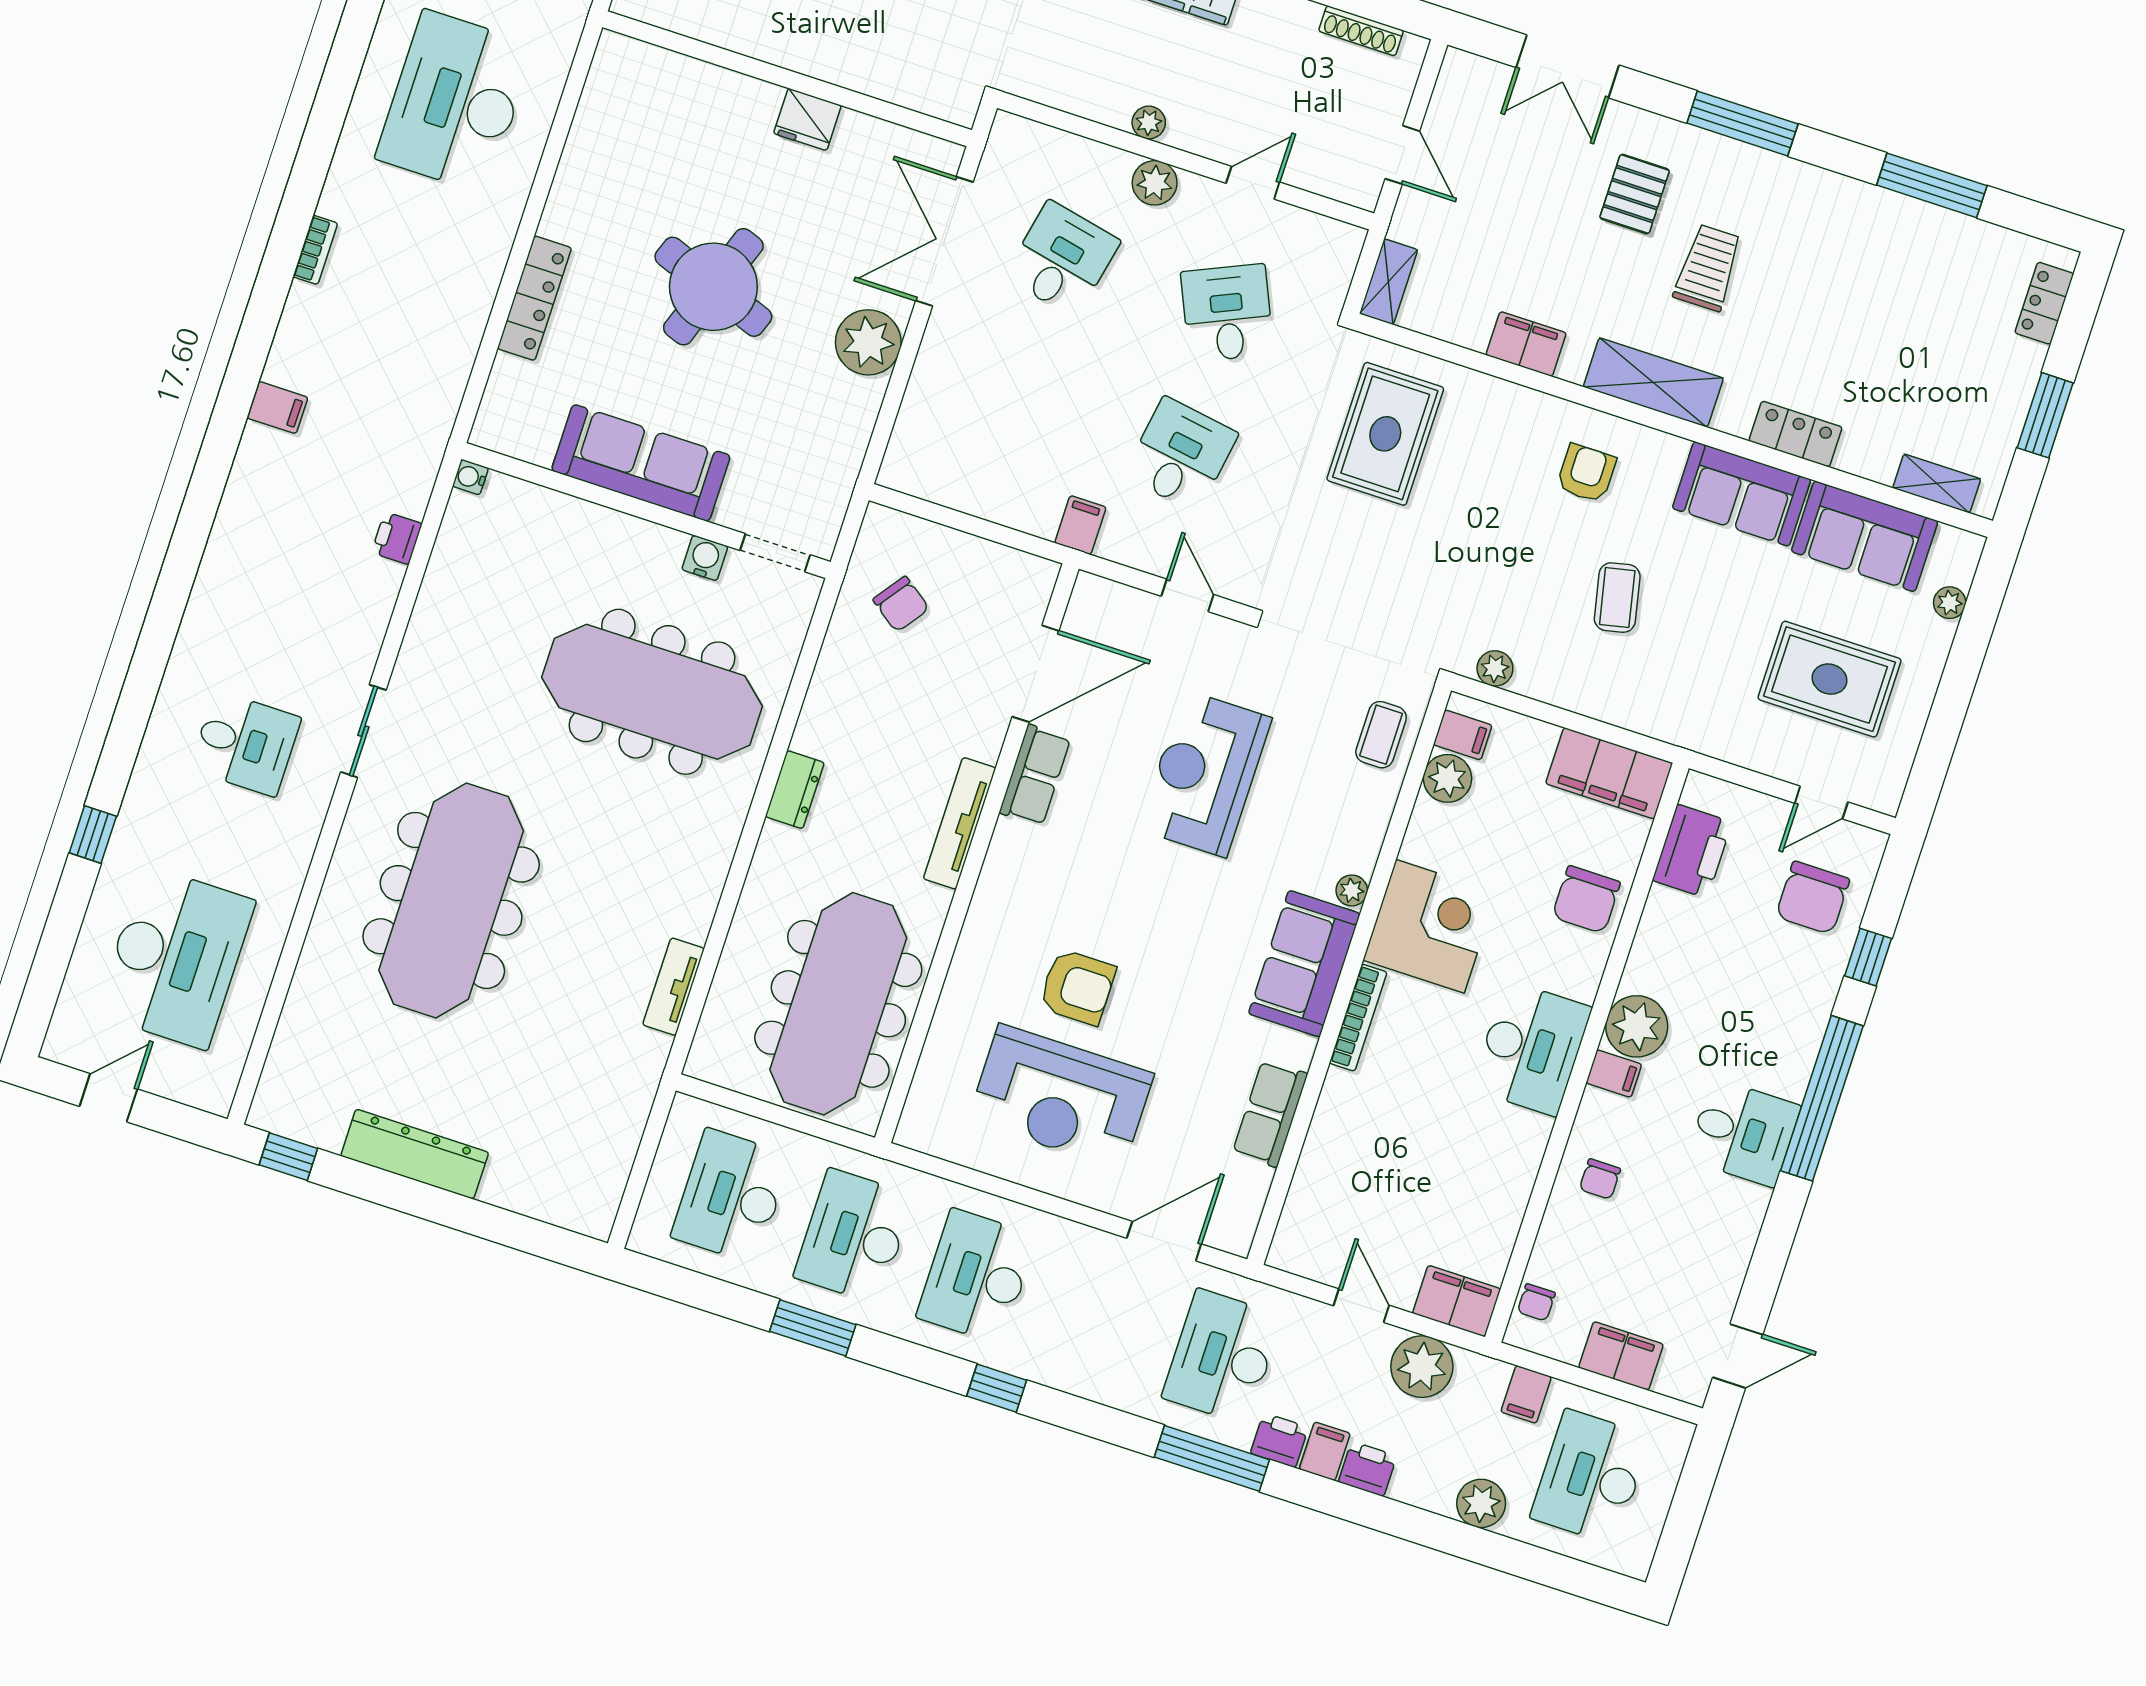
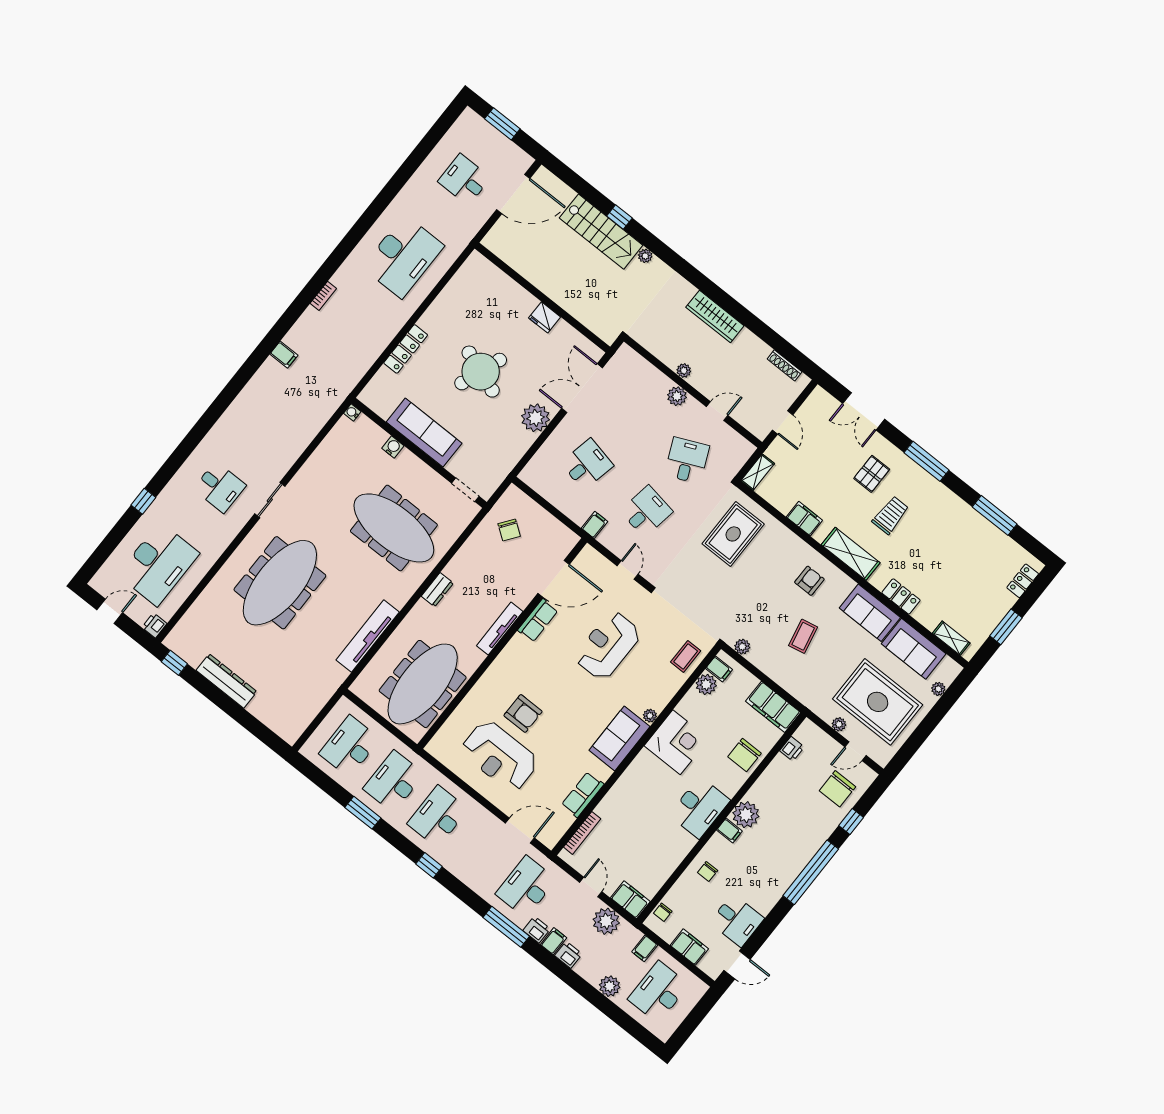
desk: (455, 102) -> (403, 257), turned 180
desk: (1062, 259) -> (587, 464), moved
printer: (397, 538) -> (154, 625), moved
water cooler: (705, 558) -> (393, 447), moved
rug: (1830, 679) -> (878, 702), width x1.37, depth x1.44
plant: (1764, 758) -> (839, 724), added
printer: (1692, 851) -> (792, 749), width x0.53, depth x0.68
tv unit: (674, 987) -> (368, 636), width x1.92, depth x1.29
bookcase: (1358, 1018) -> (582, 833), moved
desk: (1744, 1133) -> (737, 920), moved

